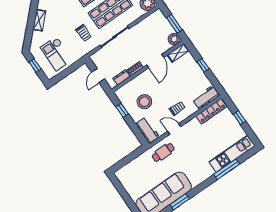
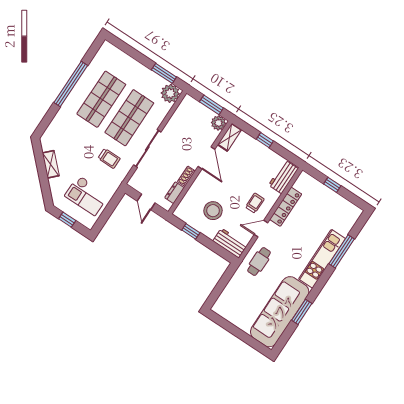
locker: (211, 111) -> (286, 207), moved
kitchen unit: (232, 154) -> (322, 259), moved

